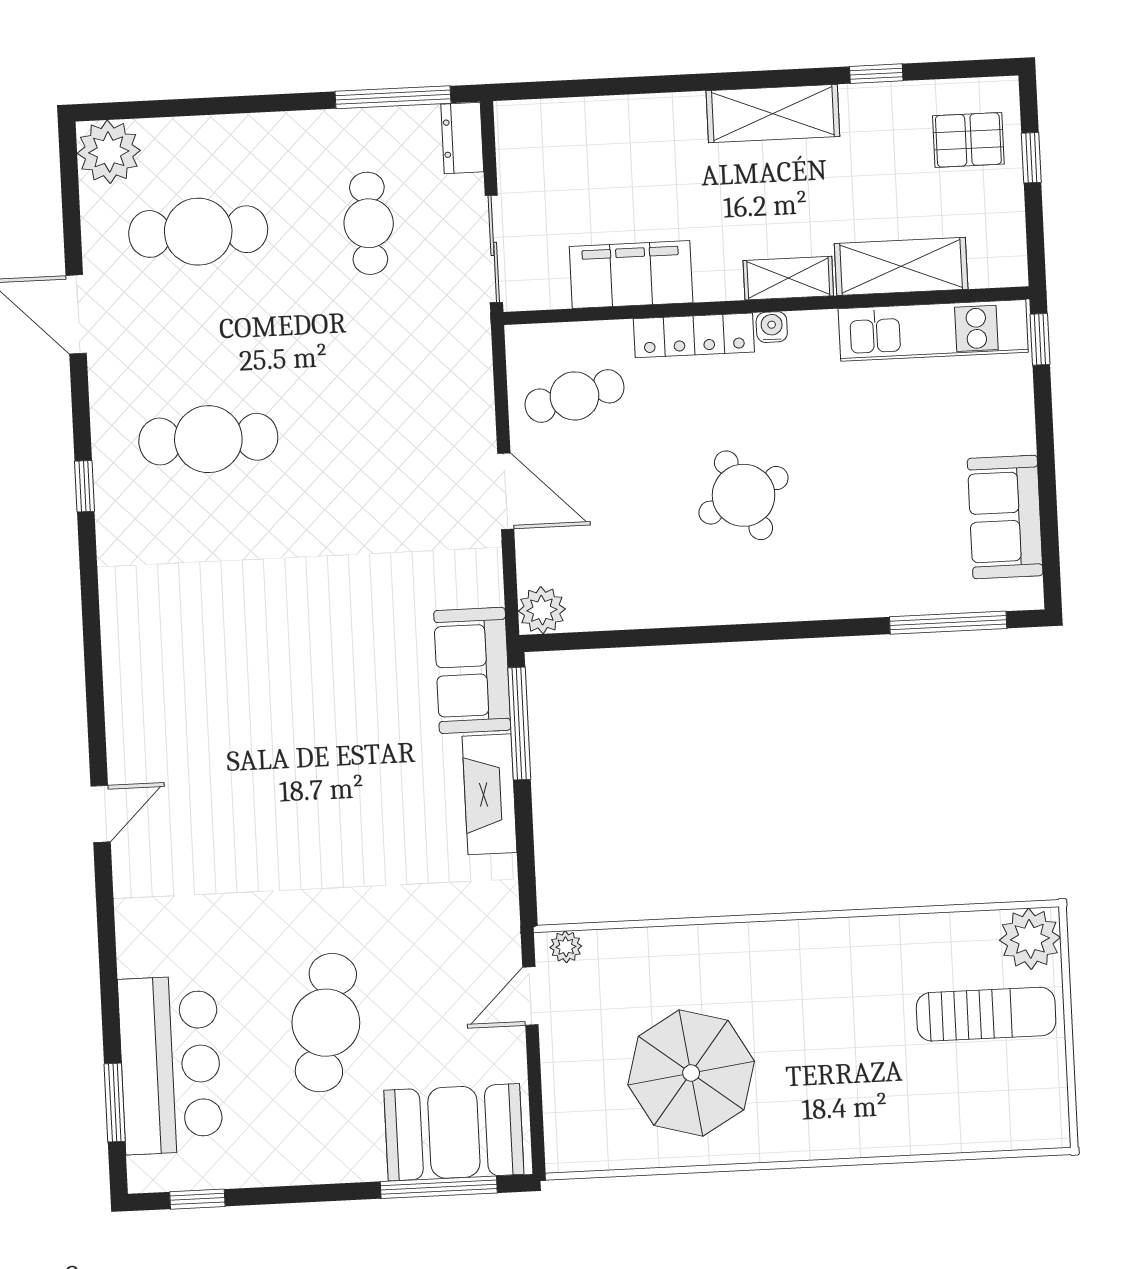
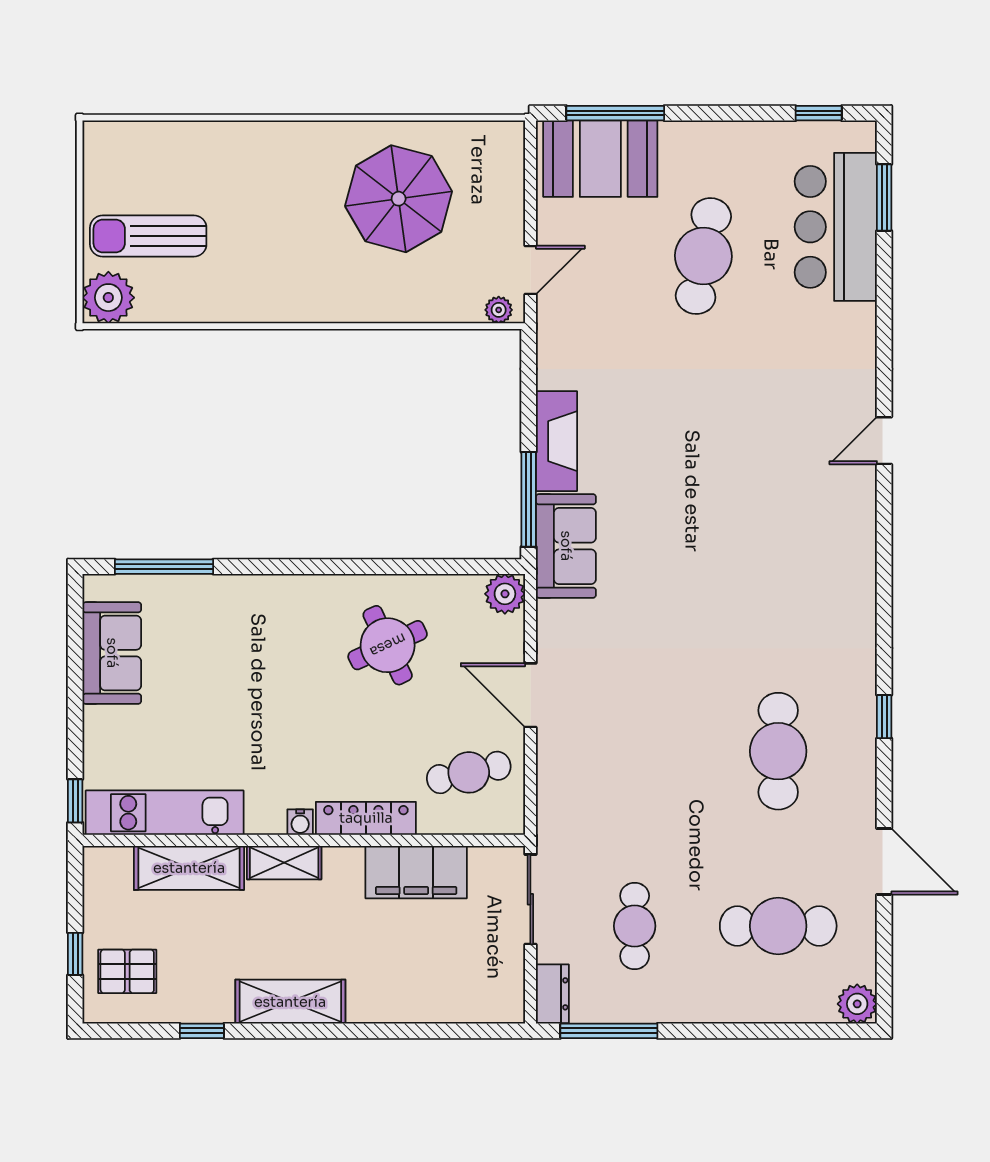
plant: (109, 152) -> (857, 1004), width x0.73, depth x0.73
cafe table: (208, 439) -> (778, 751), turned 90
round table: (744, 495) -> (388, 645), moved

